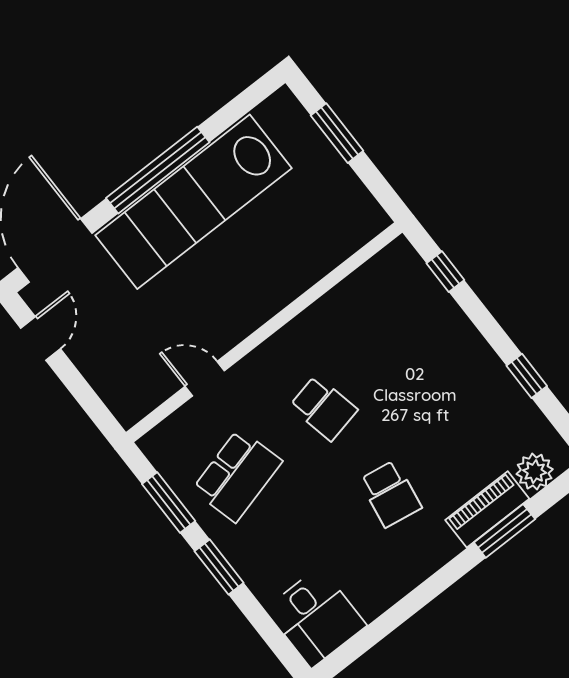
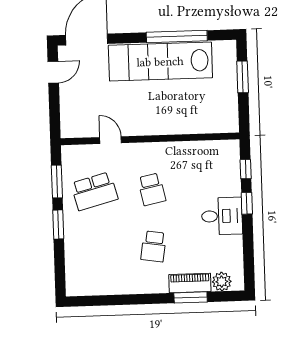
window: (158, 170) -> (177, 36), moved
window: (527, 376) -> (247, 203), moved
desk: (316, 617) -> (222, 216), moved, turned -90

